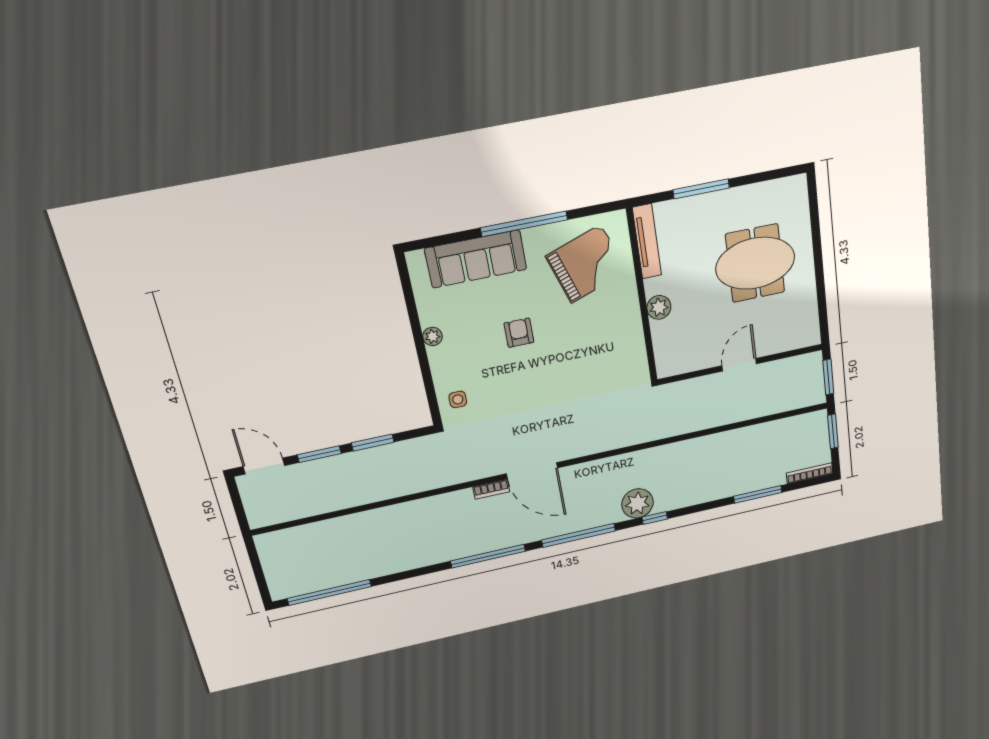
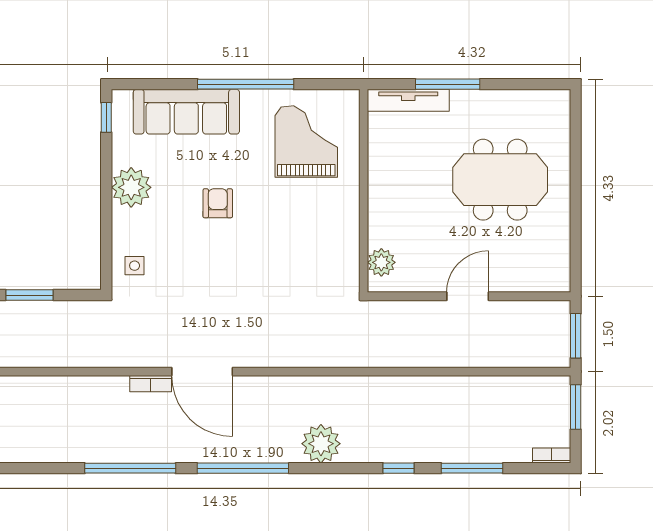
tv unit: (647, 241) -> (408, 100), moved, turned 90
grand piano: (586, 264) -> (306, 141), turned -71
window: (405, 278) -> (106, 117), added
plant: (659, 307) -> (381, 262), moved
plant: (433, 336) -> (131, 187), width x1.88, depth x1.88
bookcase: (810, 473) -> (552, 456), width x0.64
window: (655, 518) -> (399, 468), moved

